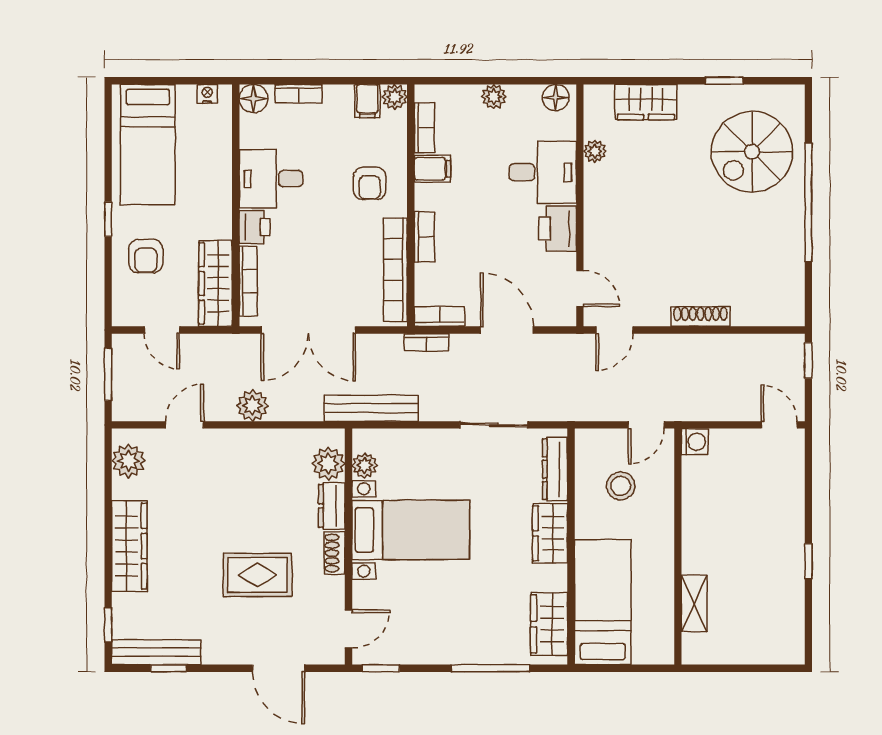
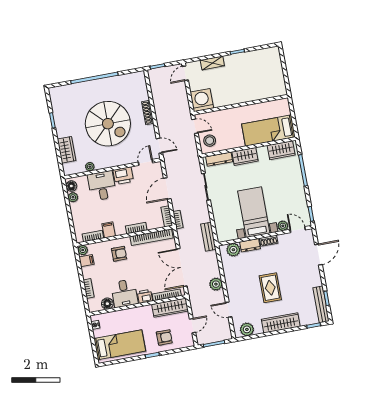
plant: (494, 97) -> (73, 197), moved
floor lamp: (254, 99) -> (107, 304), moved
spiral stairs: (752, 152) -> (108, 124), moved, width x1.37, depth x1.37
double door: (308, 330) -> (182, 267), swing flipped
bench: (371, 408) -> (208, 237), width x0.73
washing machine: (695, 442) -> (202, 100), width x1.89, depth x1.89
plant: (365, 465) -> (283, 226), moved
stool: (621, 486) -> (210, 141), moved
rug: (257, 575) -> (270, 288), moved
shelving: (694, 604) -> (212, 63), moved

